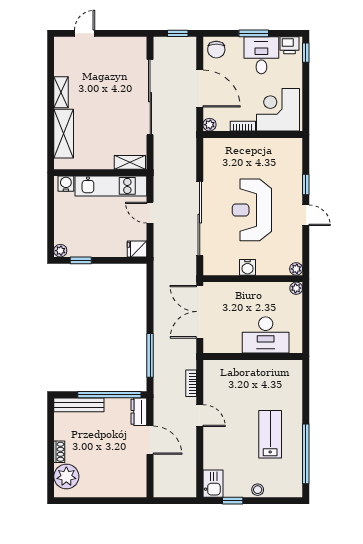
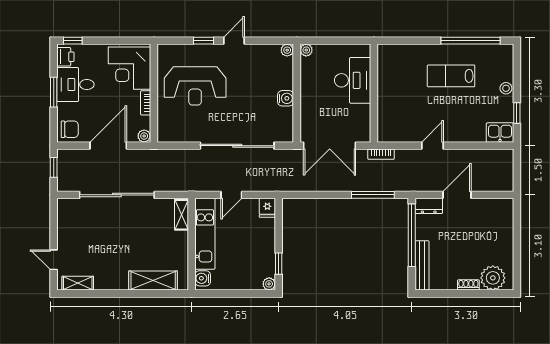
shelving: (61, 92) -> (78, 283), moved
reception desk: (252, 210) -> (195, 86), moved
bookcase: (191, 383) -> (381, 154), moved

